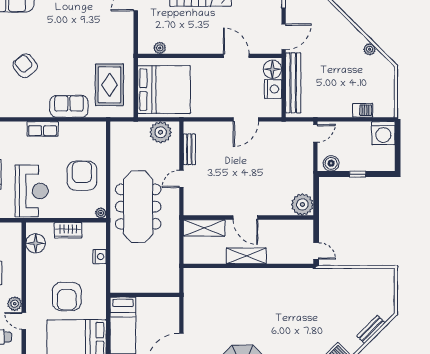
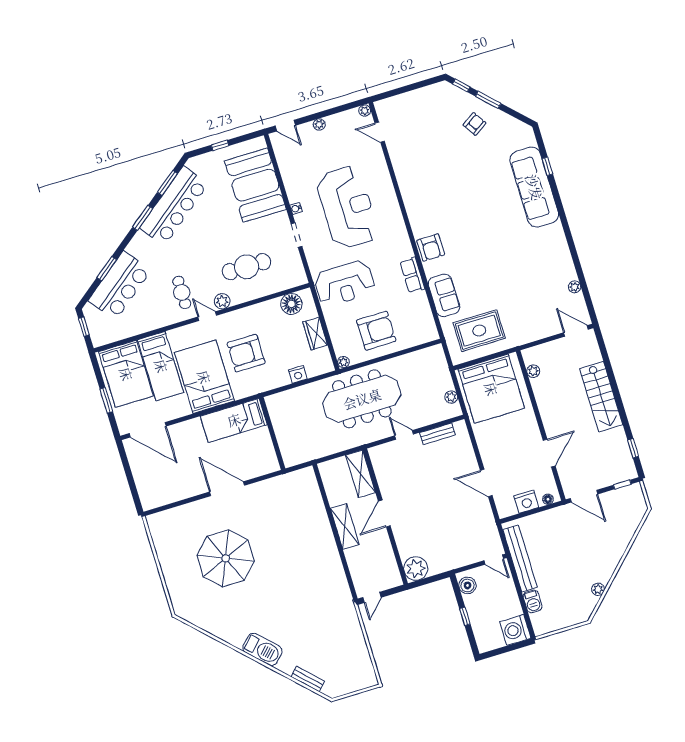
armchair: (25, 66) -> (431, 248), moved, turned 129
floor lamp: (272, 69) -> (548, 499), width x0.53, depth x0.53
bench: (293, 83) -> (520, 558), moved, turned 90
plant: (161, 132) -> (451, 397), width x0.53, depth x0.53
door: (24, 321) -> (207, 316), hinge flipped

